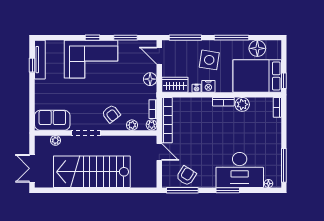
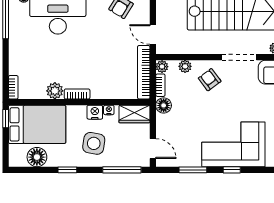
window: (232, 38) -> (67, 170), width x0.46
floor lamp: (150, 79) -> (164, 105), moved

